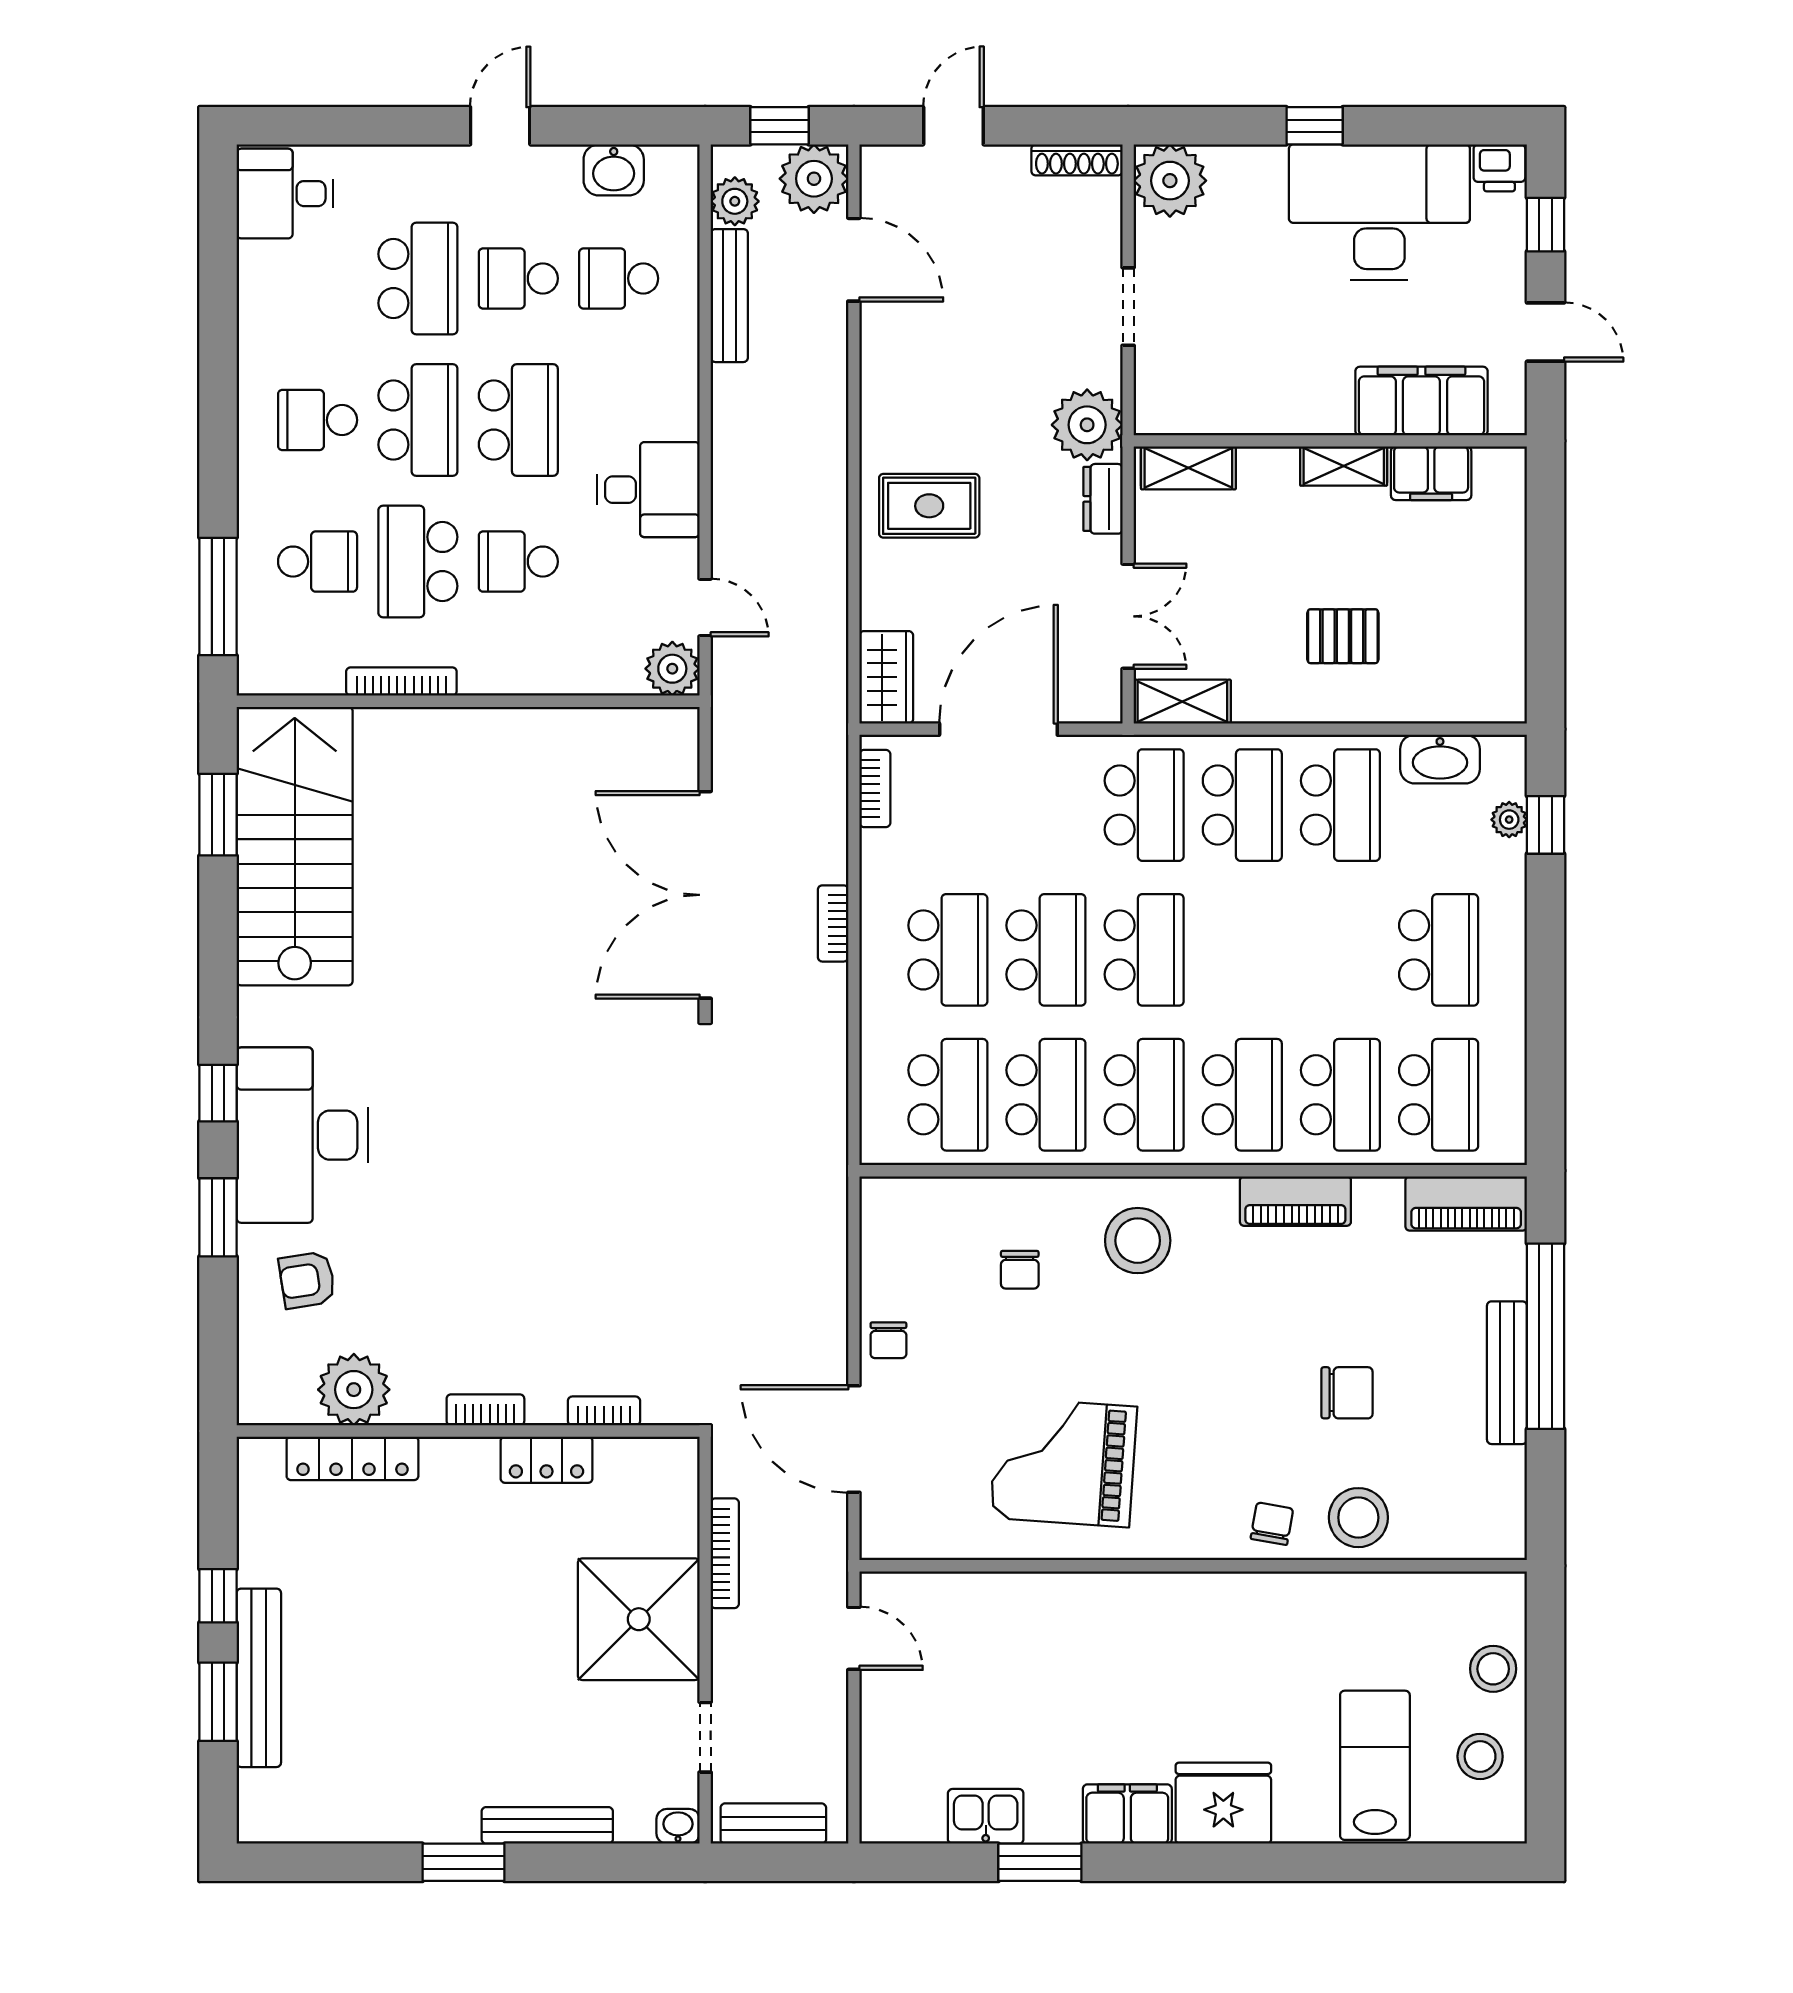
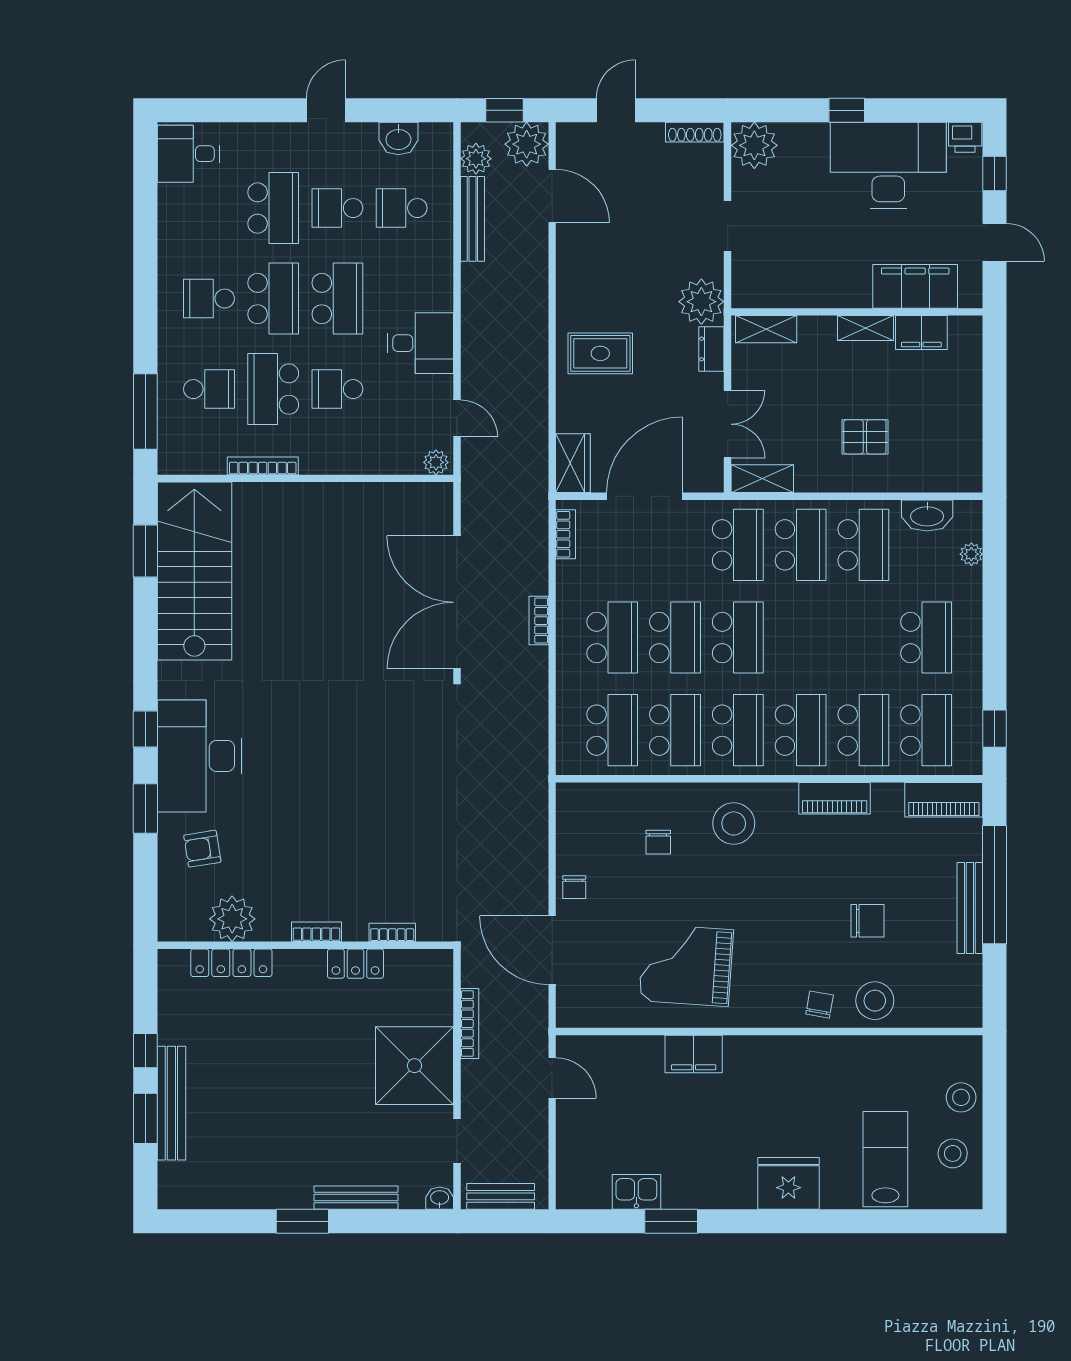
plant: (672, 669) -> (436, 462), width x0.73, depth x0.73
window: (1546, 825) -> (995, 729), moved
filing cabinet: (1127, 1814) -> (694, 1054), moved, turned 180

